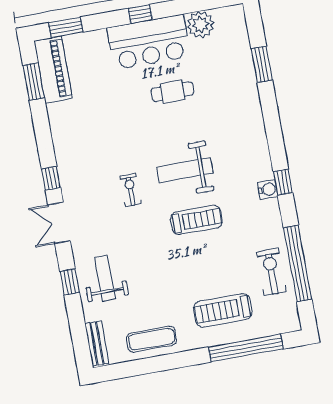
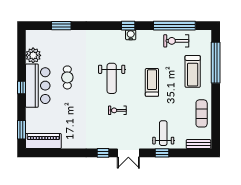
window: (34, 82) -> (48, 153), removed
treadmill: (196, 220) -> (152, 82), moved
weight bench: (105, 278) -> (163, 133), turned 90

